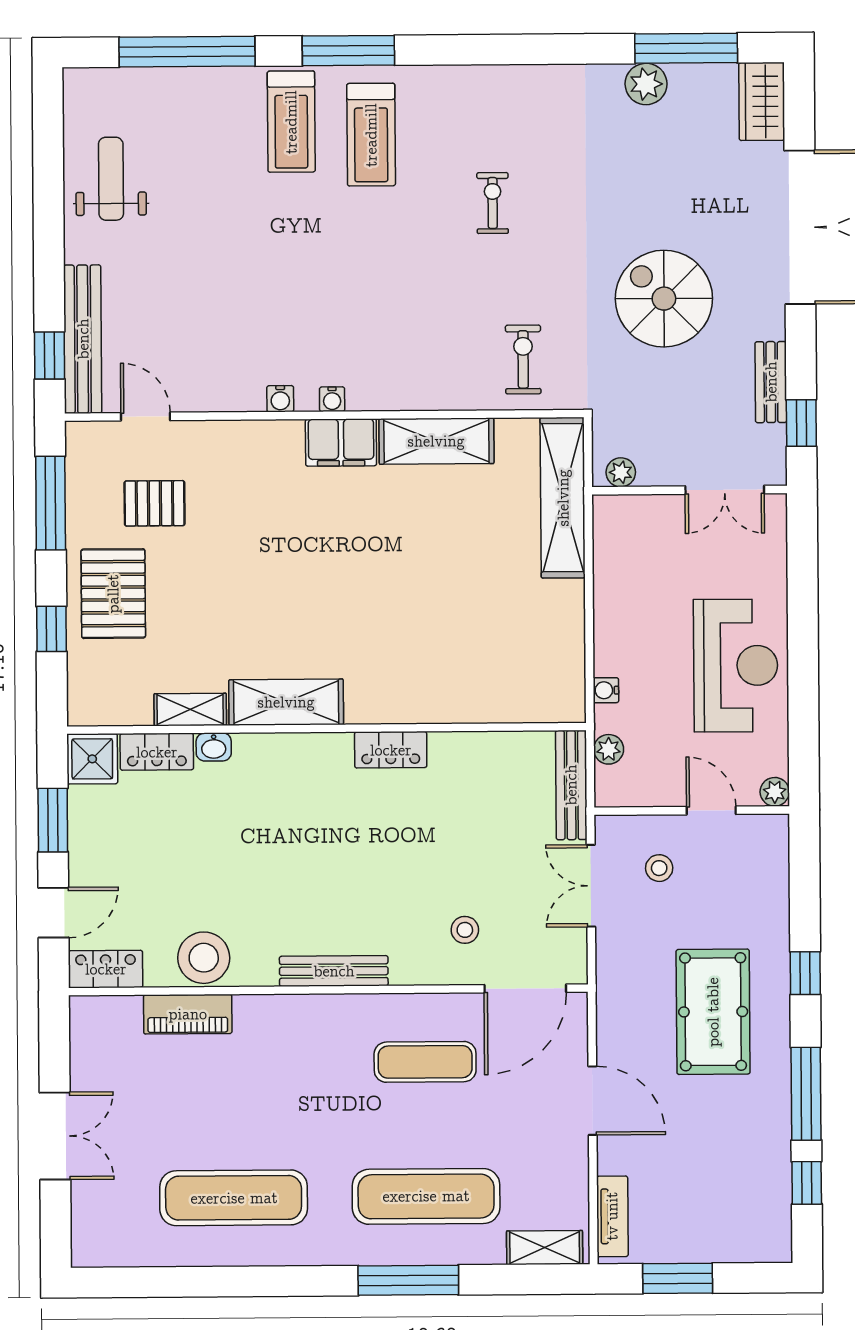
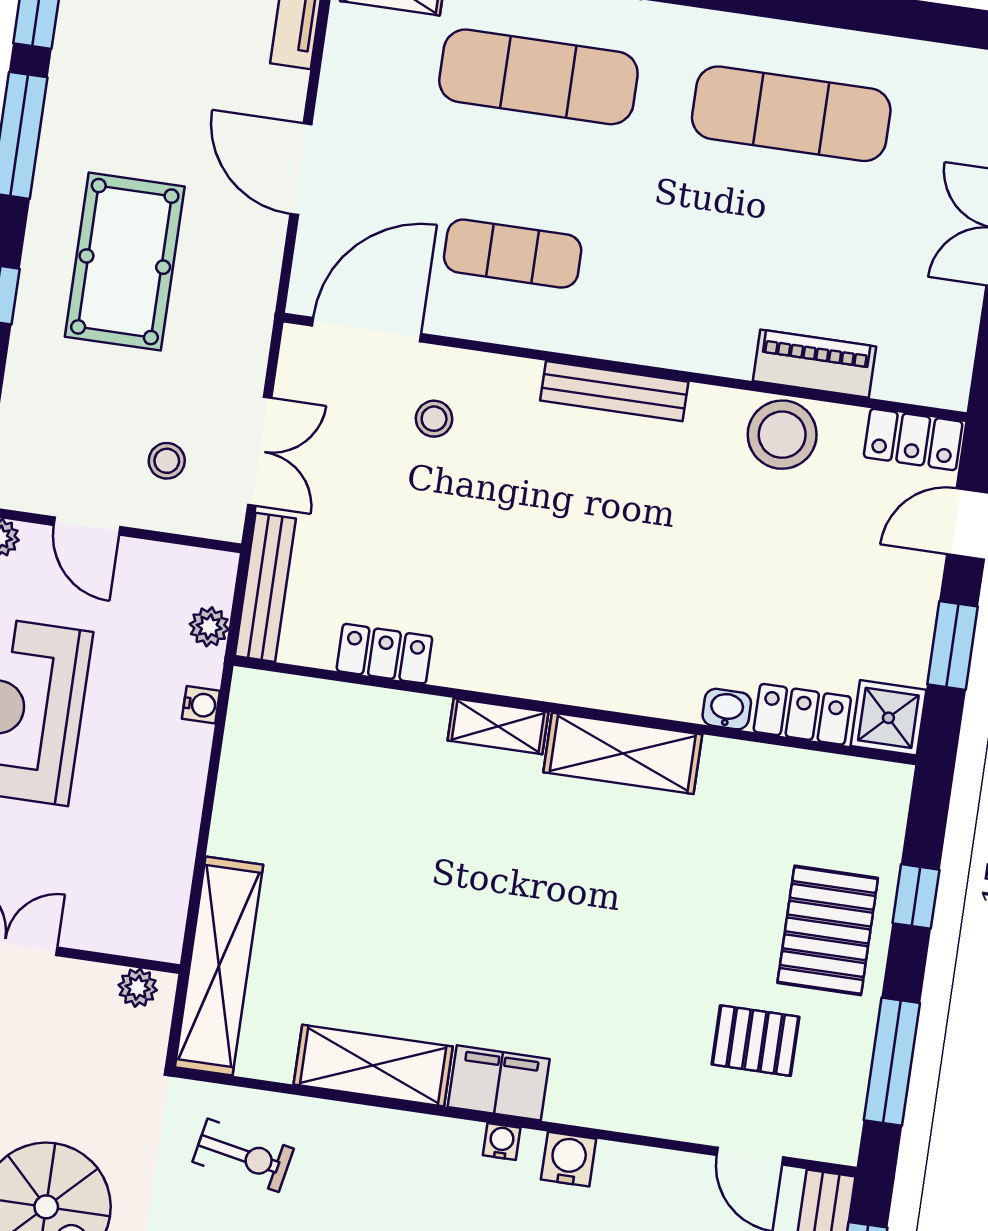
exercise bike: (523, 359) -> (243, 1155), turned -79
water cooler: (280, 399) -> (569, 1159), width x1.38, depth x1.38
shelving: (190, 709) -> (498, 726), moved
locker: (391, 750) -> (384, 654), moved

